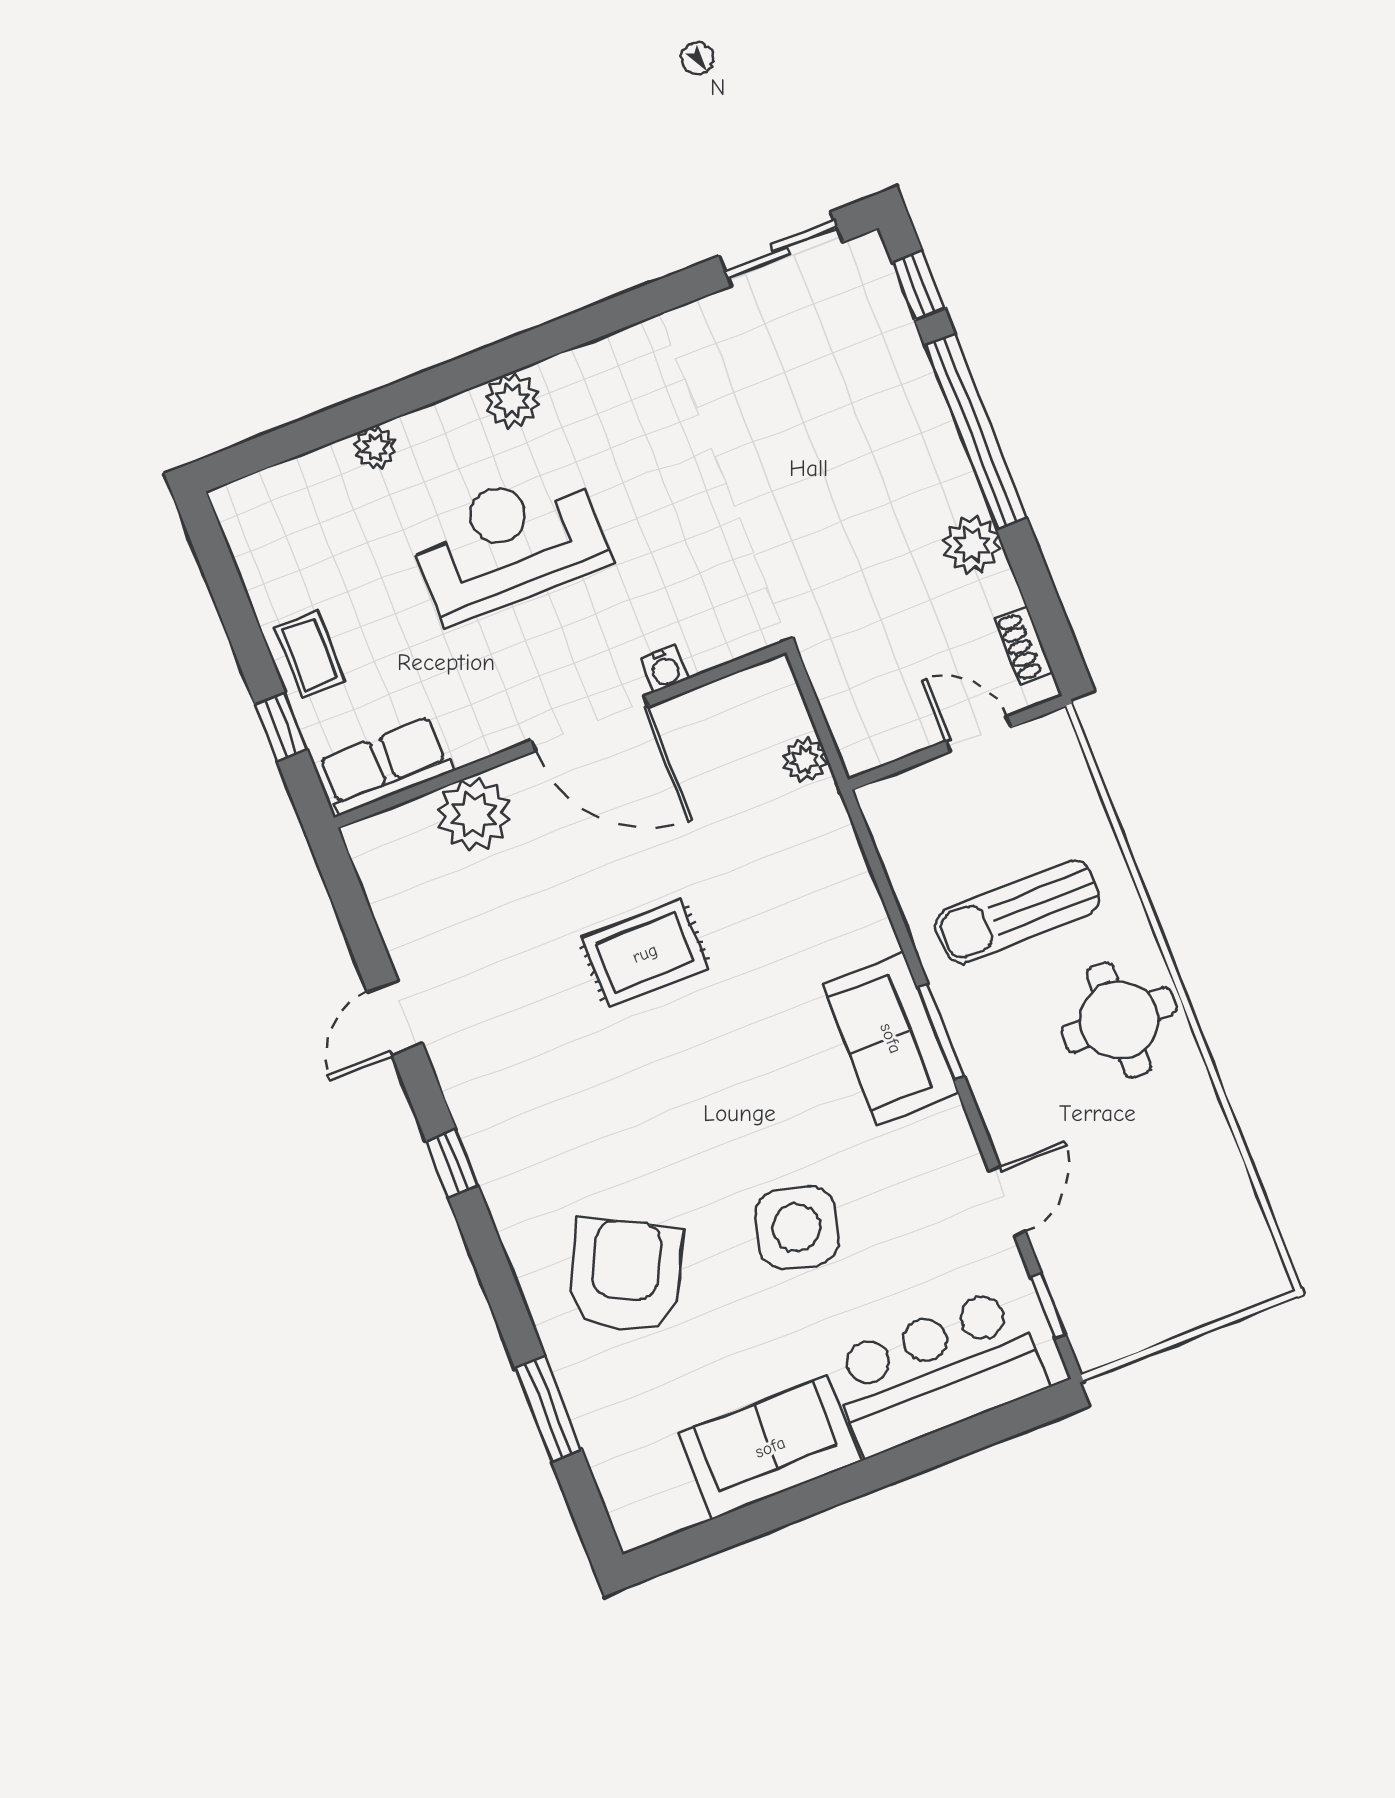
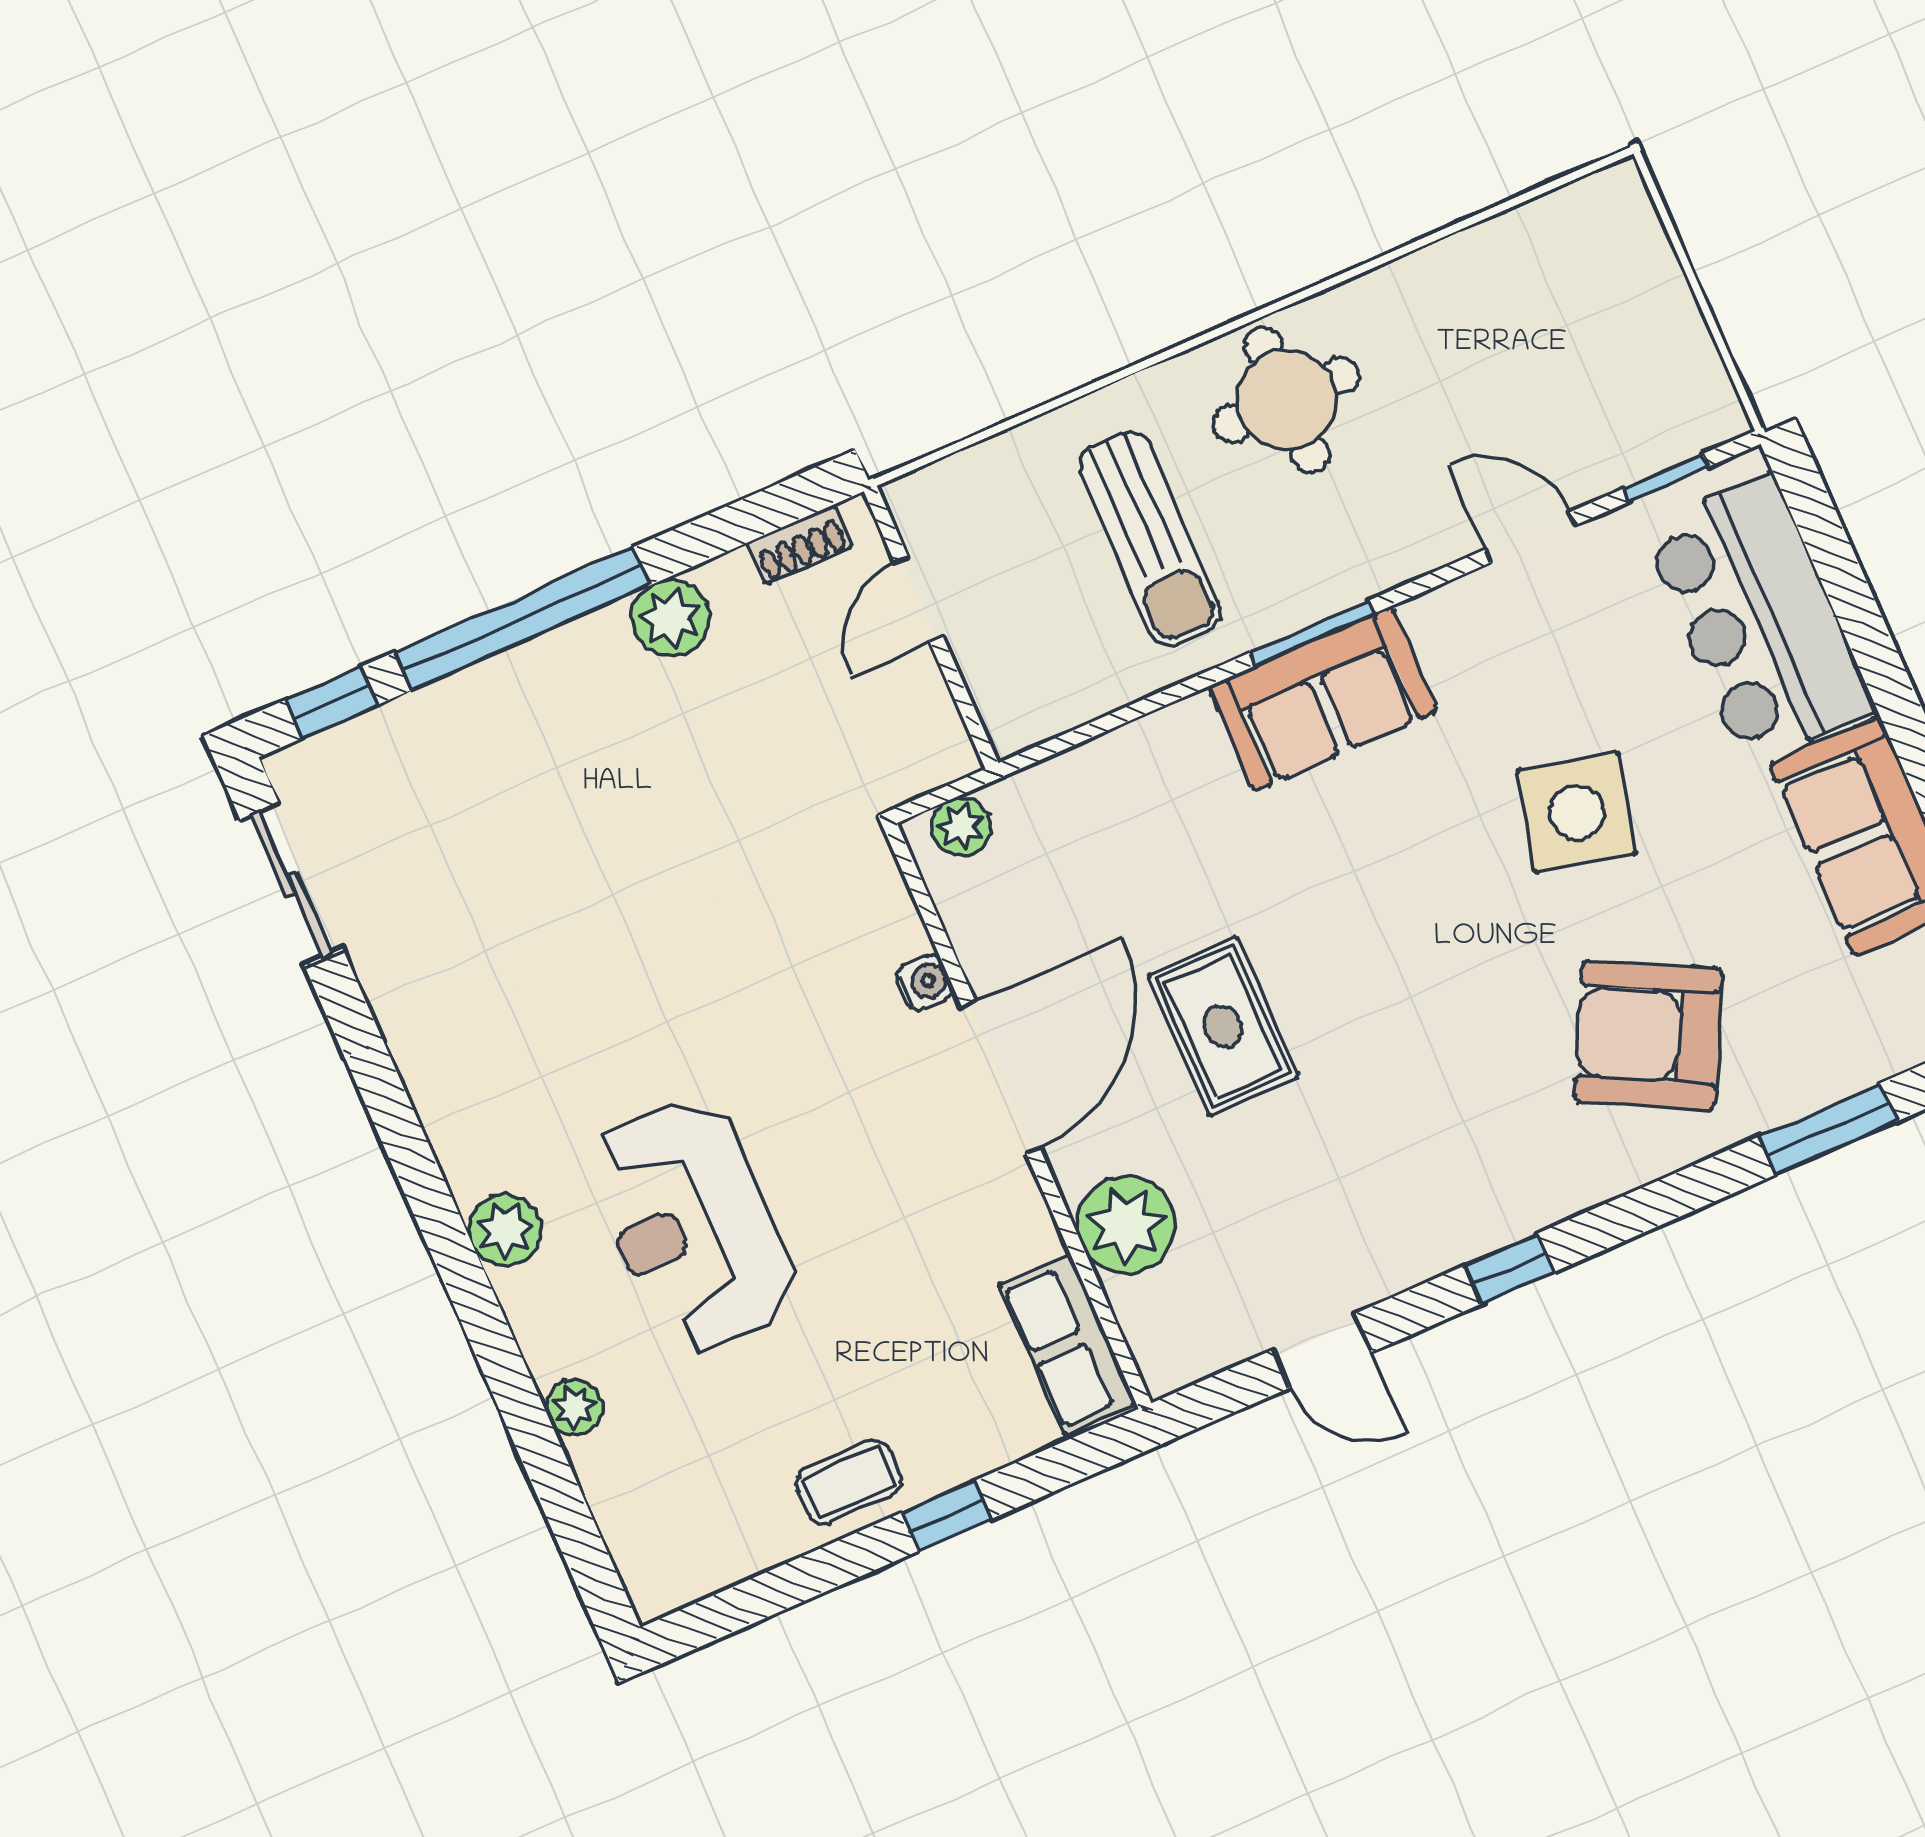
water cooler: (664, 669) -> (925, 982), moved
door: (590, 724) -> (1001, 1078), moved
wall: (560, 735) -> (1018, 1116), moved
row of seats: (385, 766) -> (1067, 1344), moved
plant: (474, 814) -> (1126, 1225), moved

